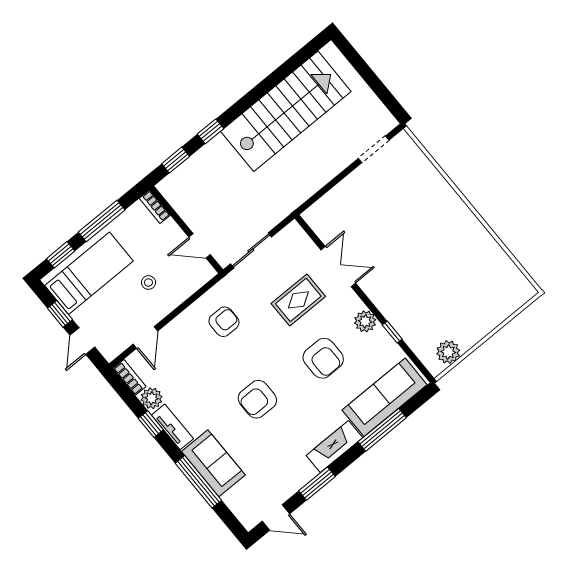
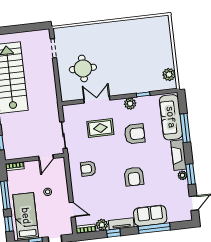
round table: (372, 214) -> (83, 68), added
rug: (298, 300) -> (100, 128), turned 90
armchair: (224, 322) -> (88, 169), turned -90
plant: (307, 473) -> (182, 175), added

